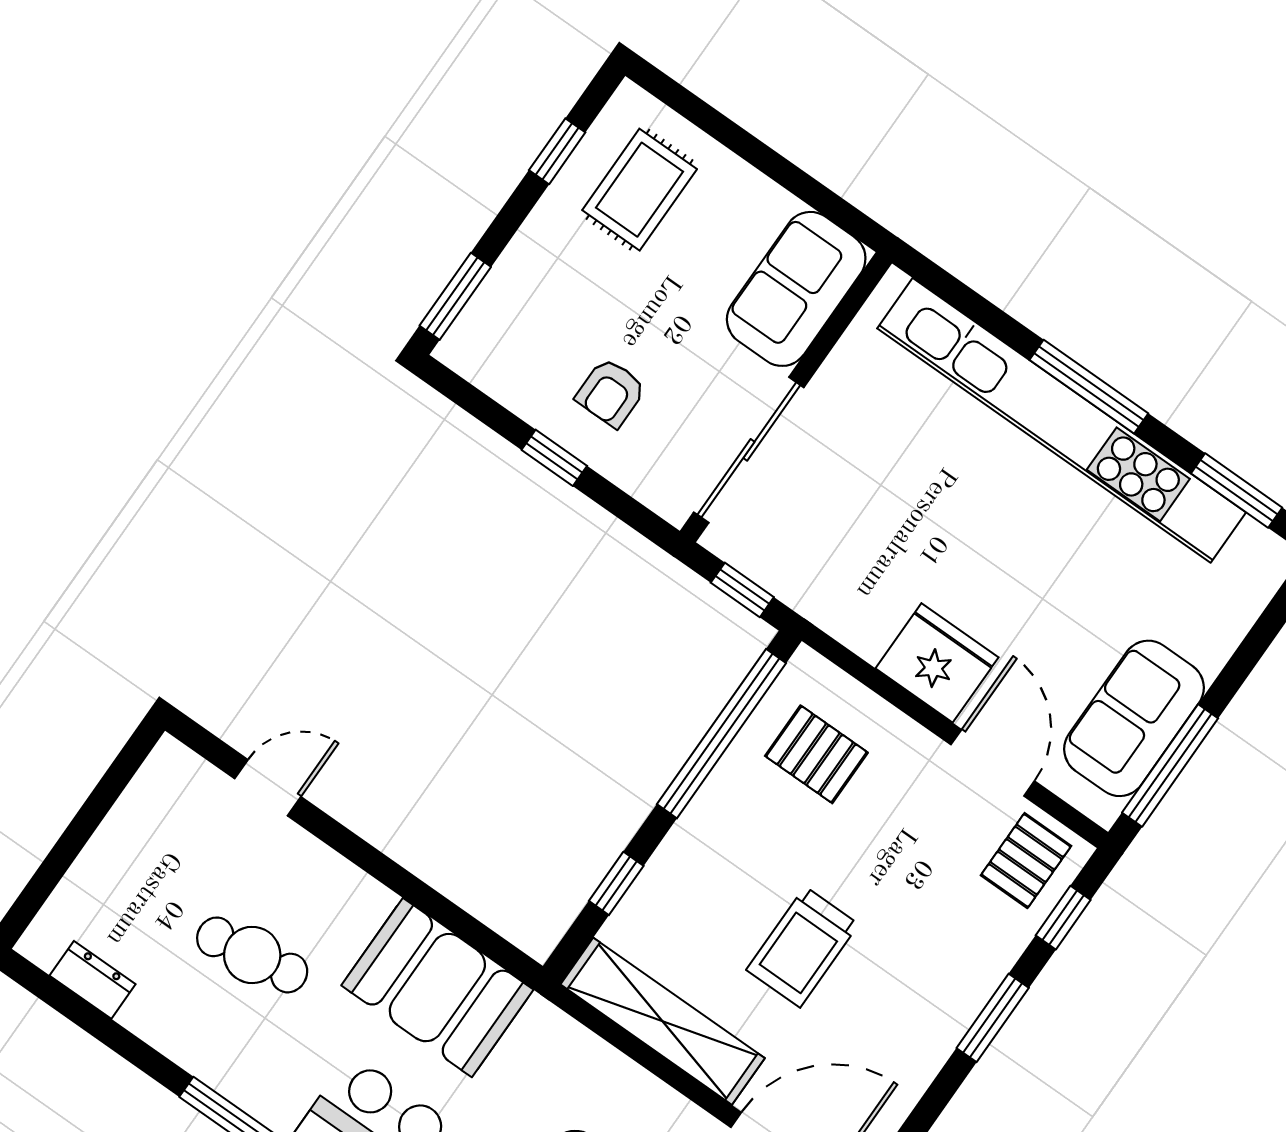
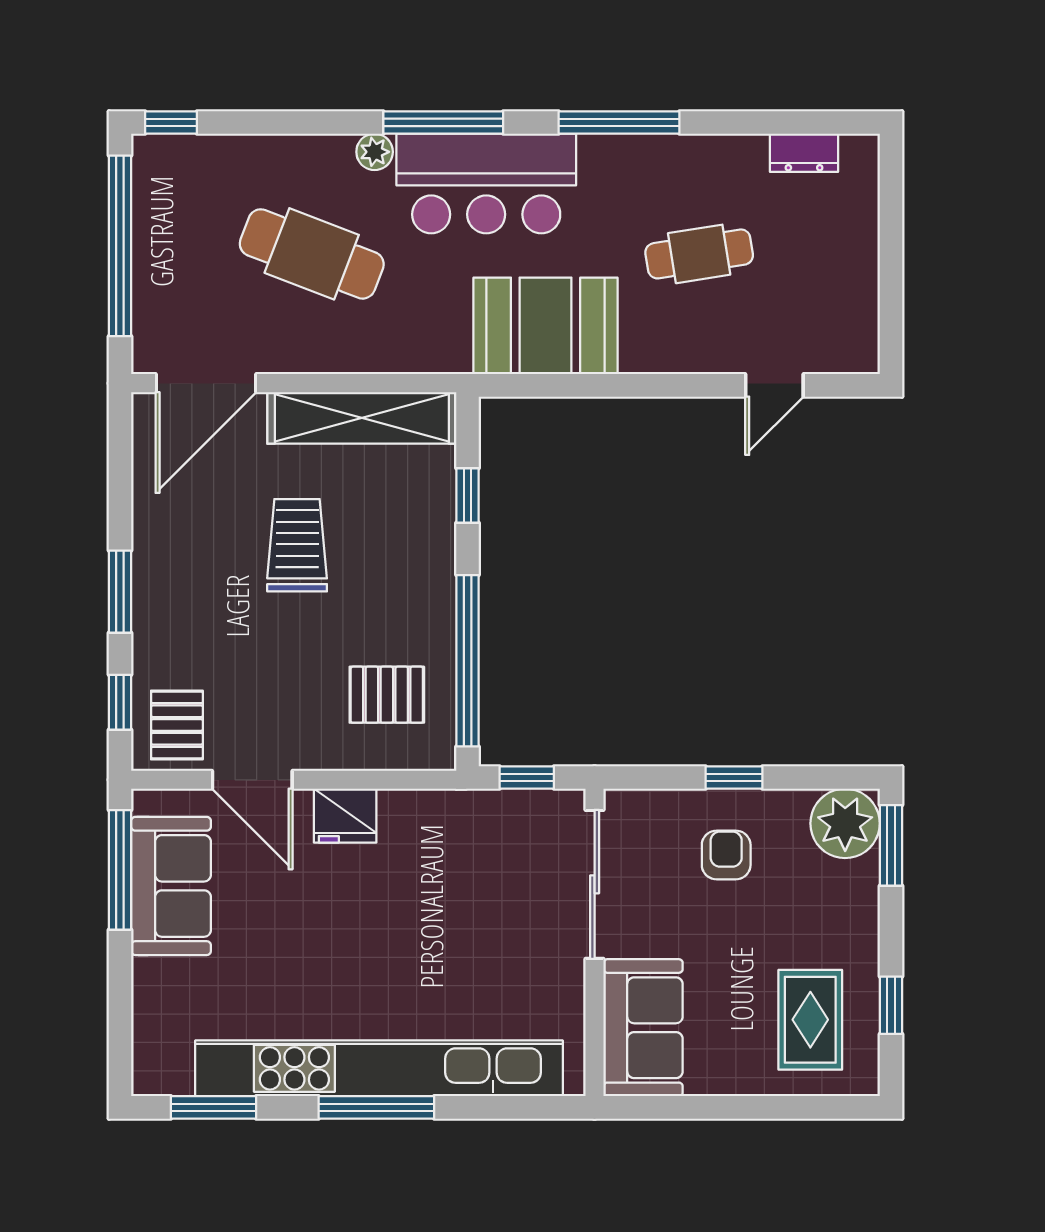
plant: (483, 345) -> (845, 823), added
fridge: (937, 663) -> (345, 816), width x0.73, depth x0.75

